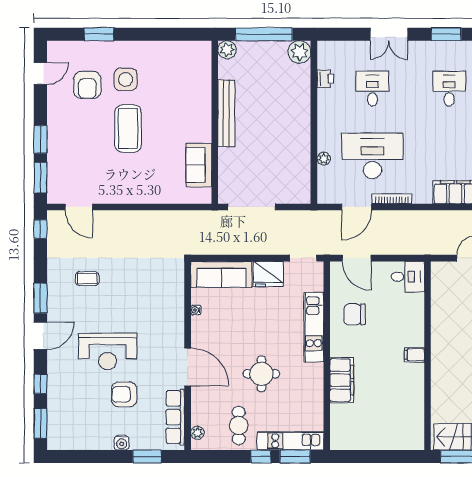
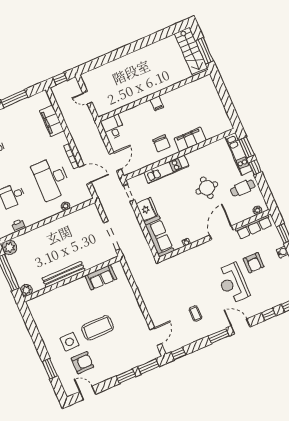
chair: (355, 314) -> (161, 143), moved
reception desk: (108, 352) -> (233, 283), turned 180

